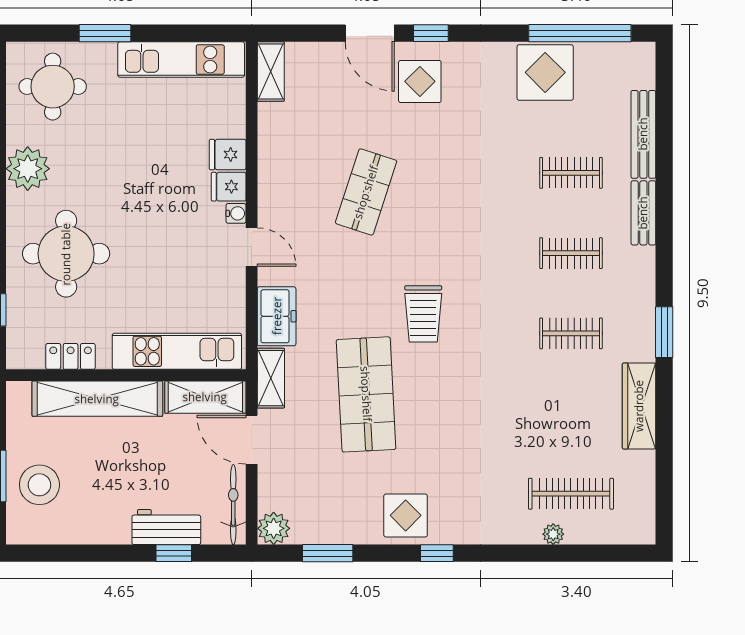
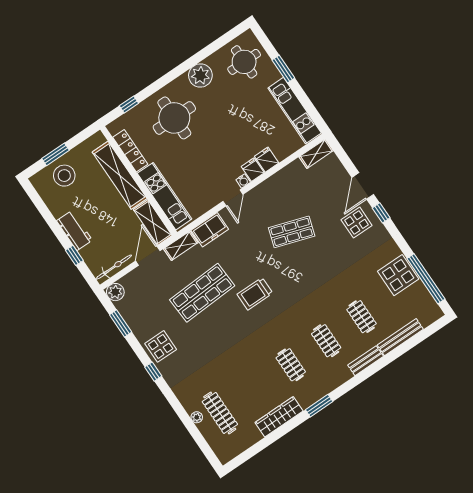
locker: (71, 356) -> (130, 151), width x1.53
workbench: (166, 527) -> (74, 231), moved

